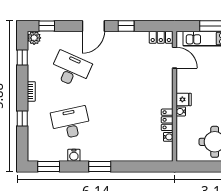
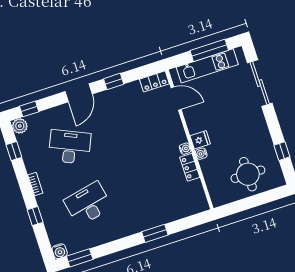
water cooler: (168, 137) -> (185, 149), moved
water cooler: (74, 155) -> (60, 251), moved
window: (100, 166) -> (155, 233), moved

